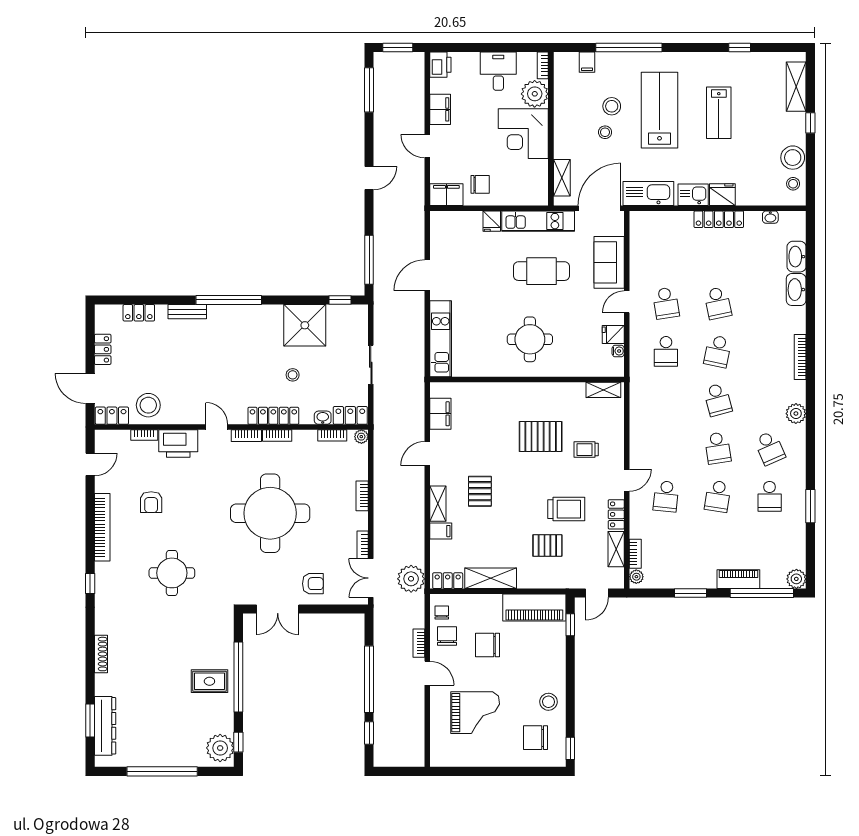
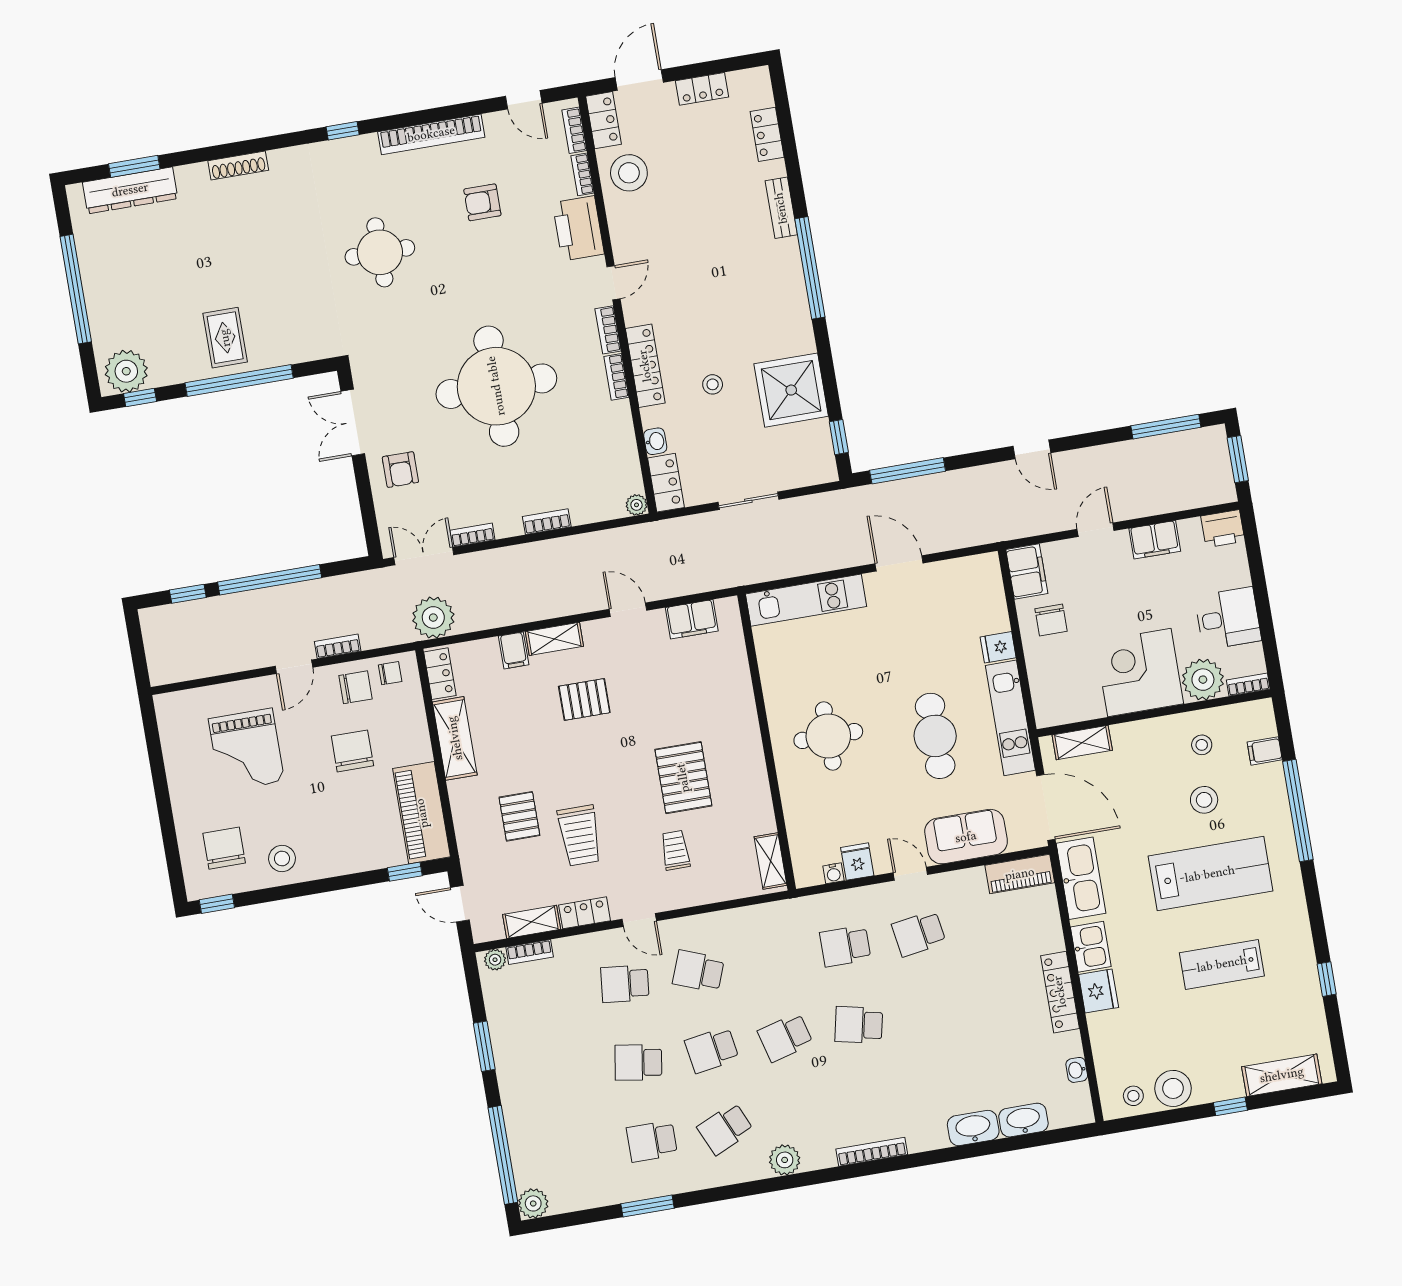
stool: (605, 132) -> (1202, 745), moved
school desk: (718, 303) -> (698, 971), moved, turned 33
bookcase: (332, 435) -> (574, 130), moved
piano: (738, 579) -> (1020, 874), moved, turned 90

